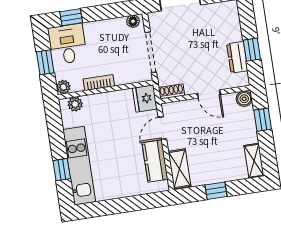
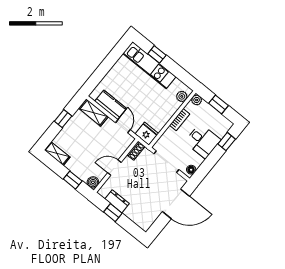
desk: (67, 44) -> (203, 141), moved

